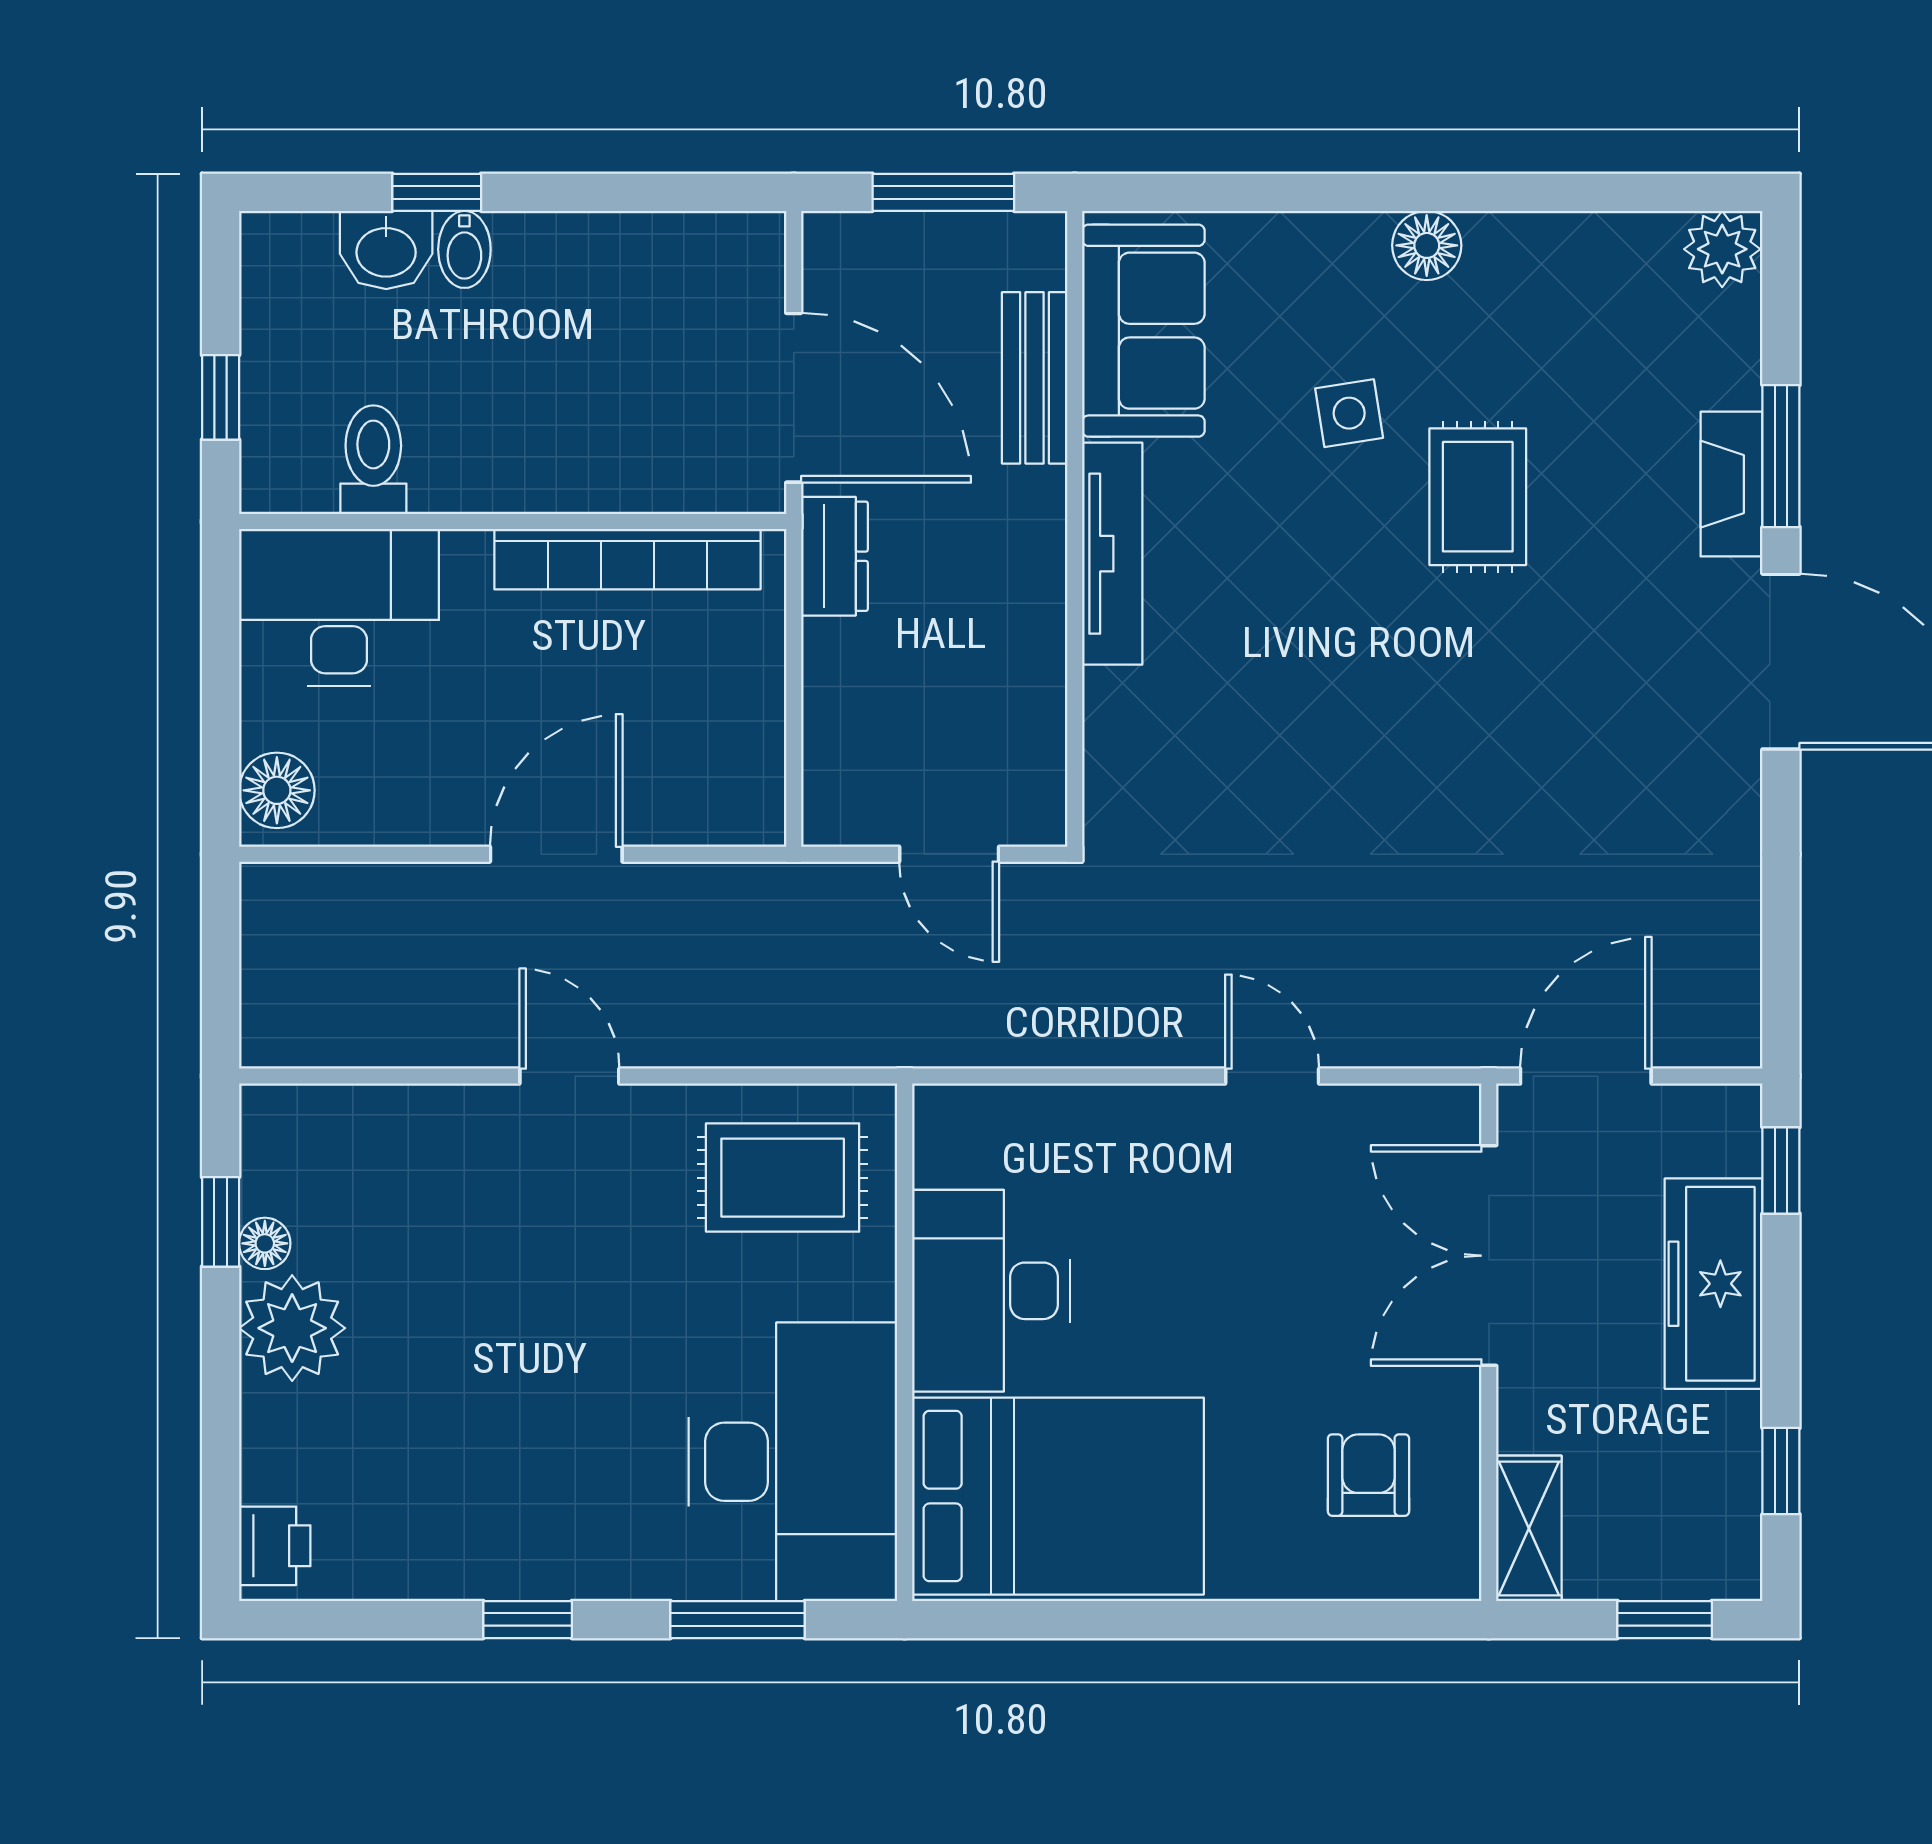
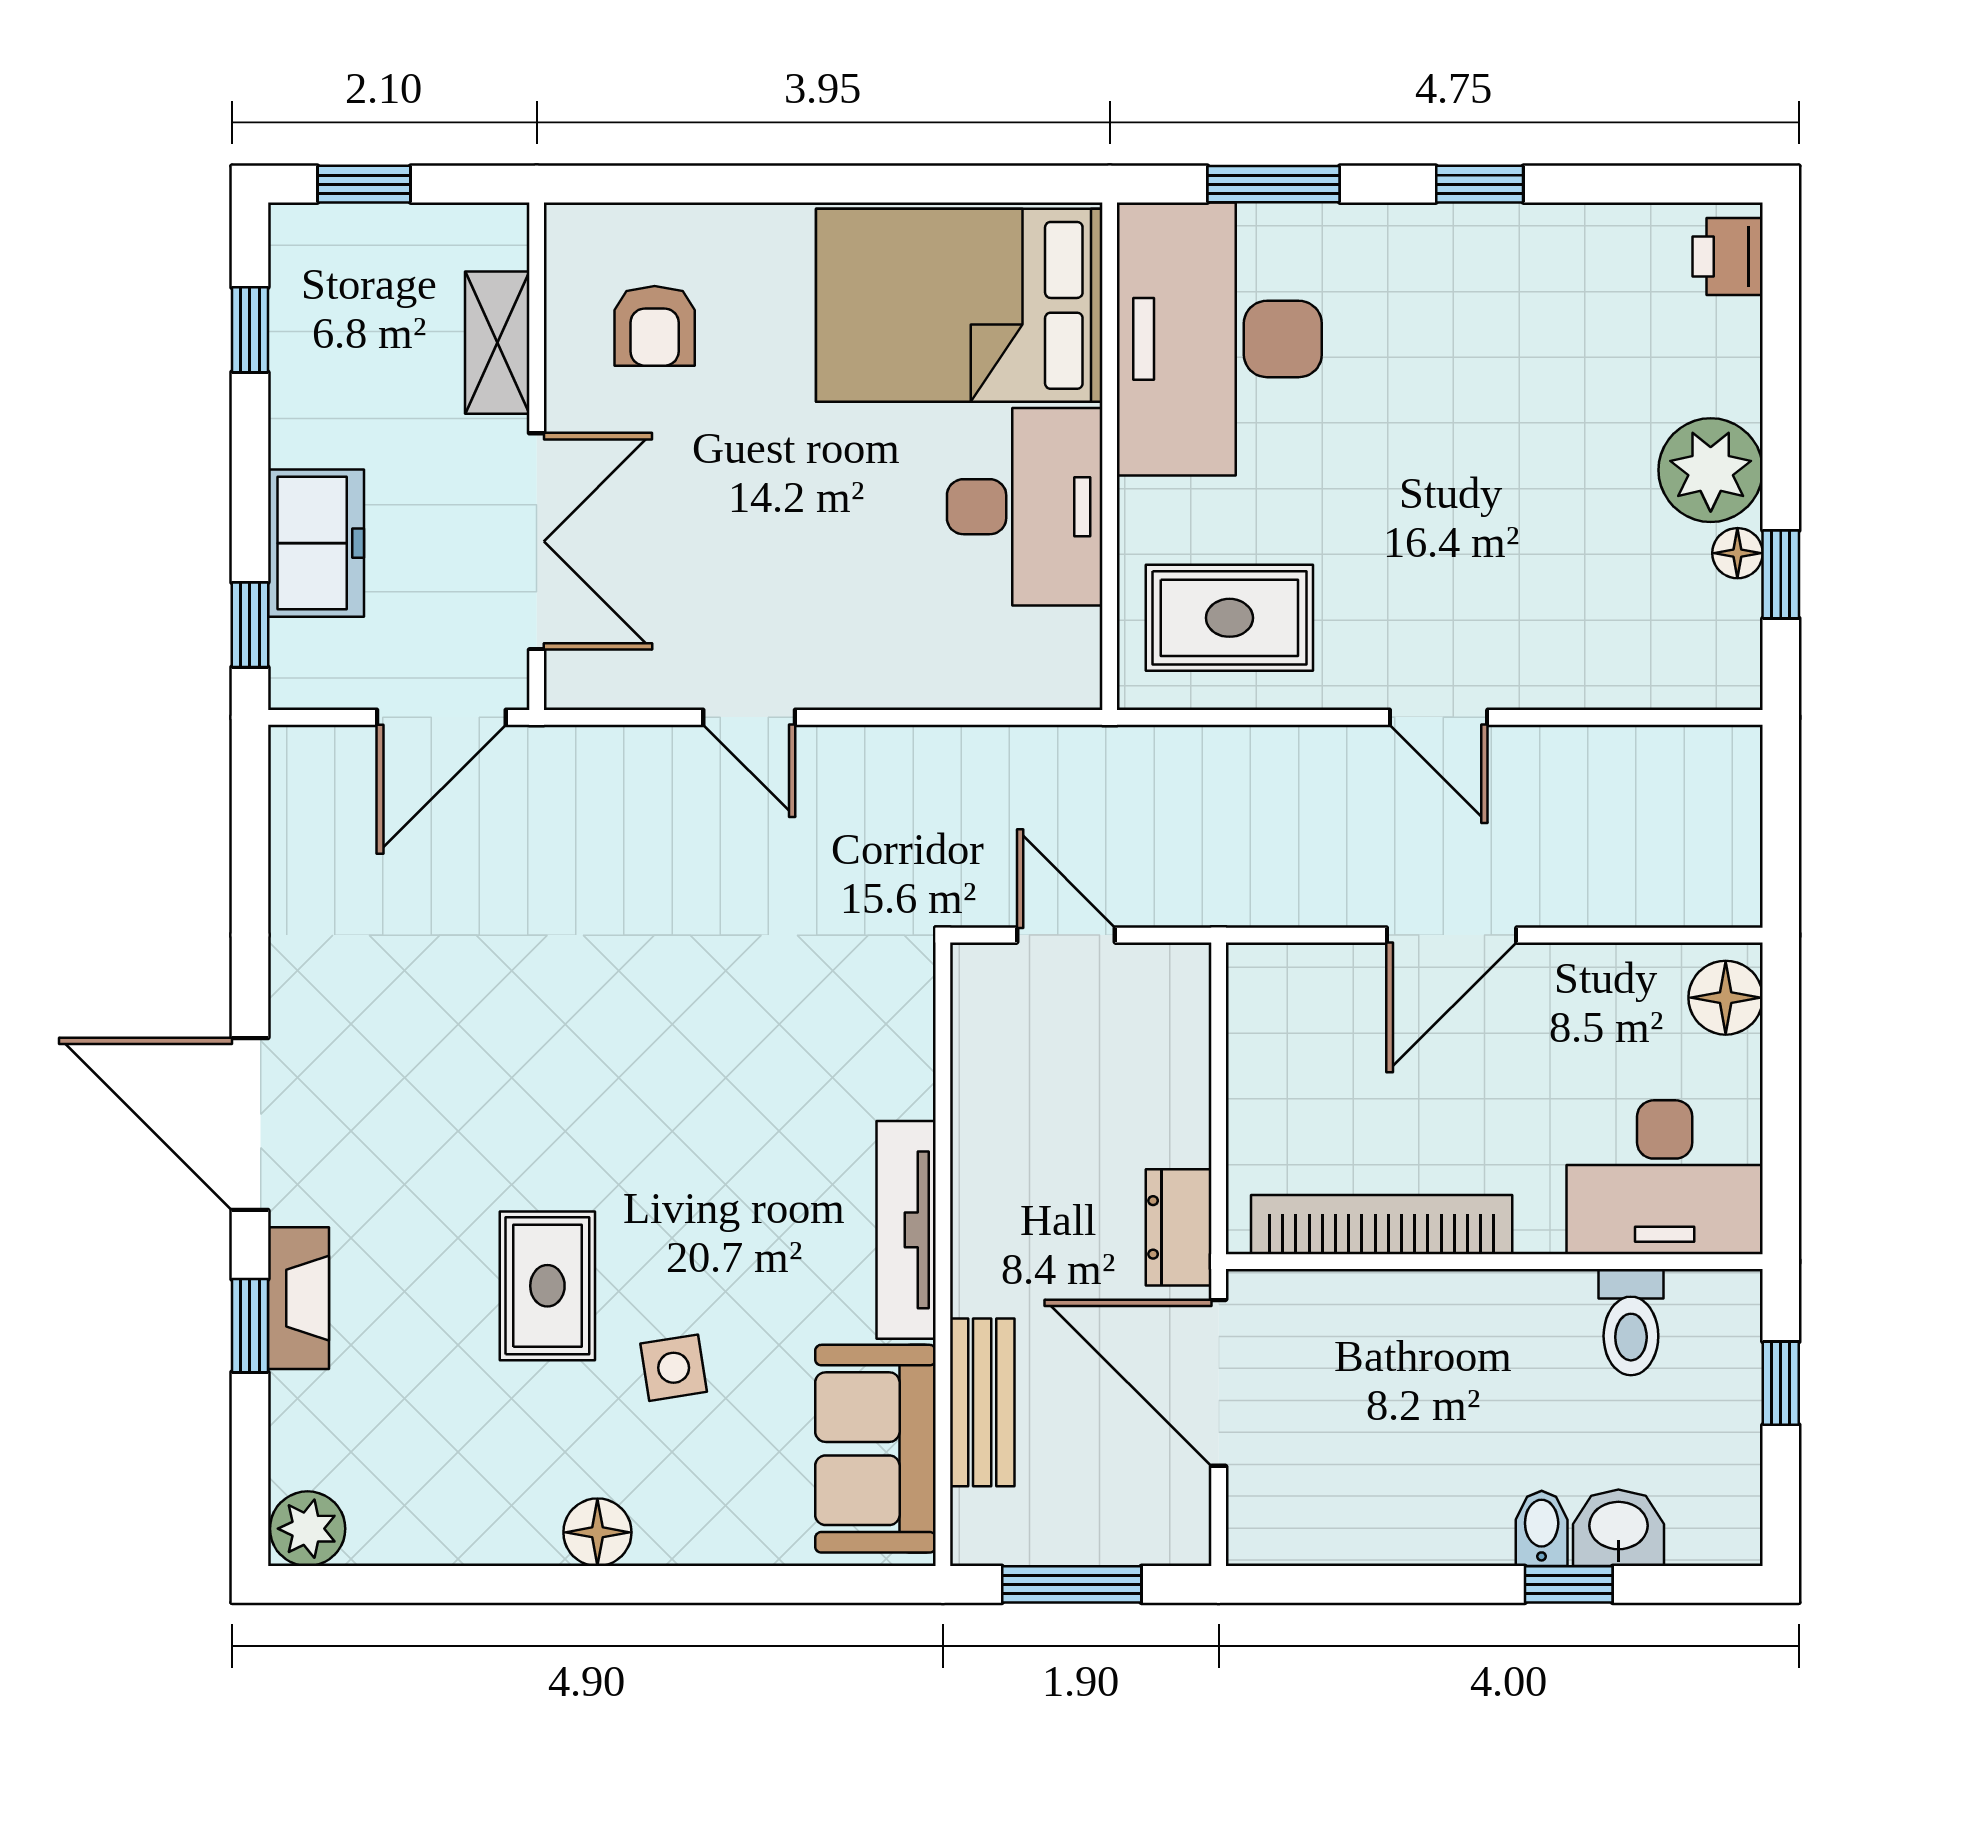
window: (1781, 456) -> (250, 1326), width x0.67
freezer: (1714, 1284) -> (316, 543), width x0.71
shelving: (1529, 1528) -> (497, 343), moved

